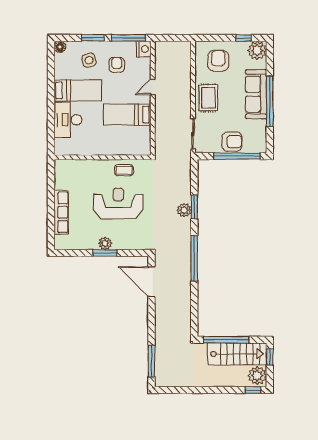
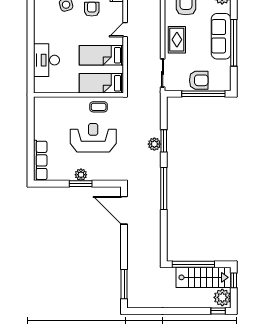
bed: (78, 90) -> (101, 83), moved, turned 180
row of seats: (61, 212) -> (40, 160), moved

